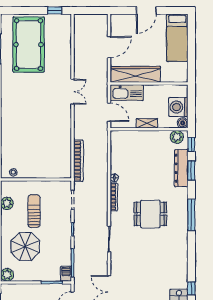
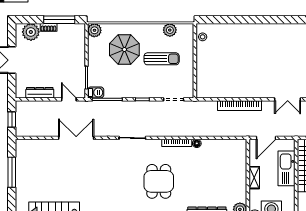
kitchen sink: (127, 93) -> (287, 168), moved
bookcase: (78, 161) -> (240, 106), moved

